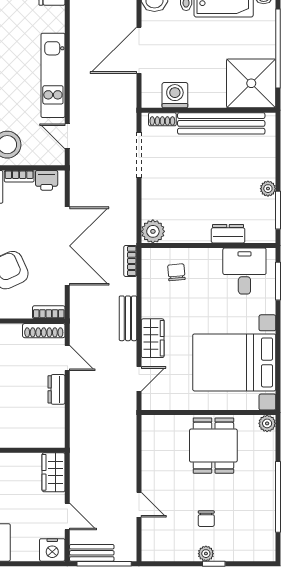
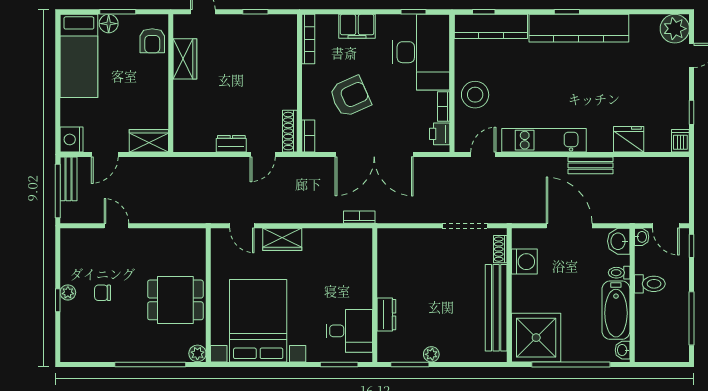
plant: (153, 231) -> (389, 240), removed
chair: (176, 272) -> (348, 263), removed
bench: (128, 318) -> (590, 165), moved
window: (278, 497) -> (150, 364), moved
door: (139, 505) -> (116, 226), swing flipped

